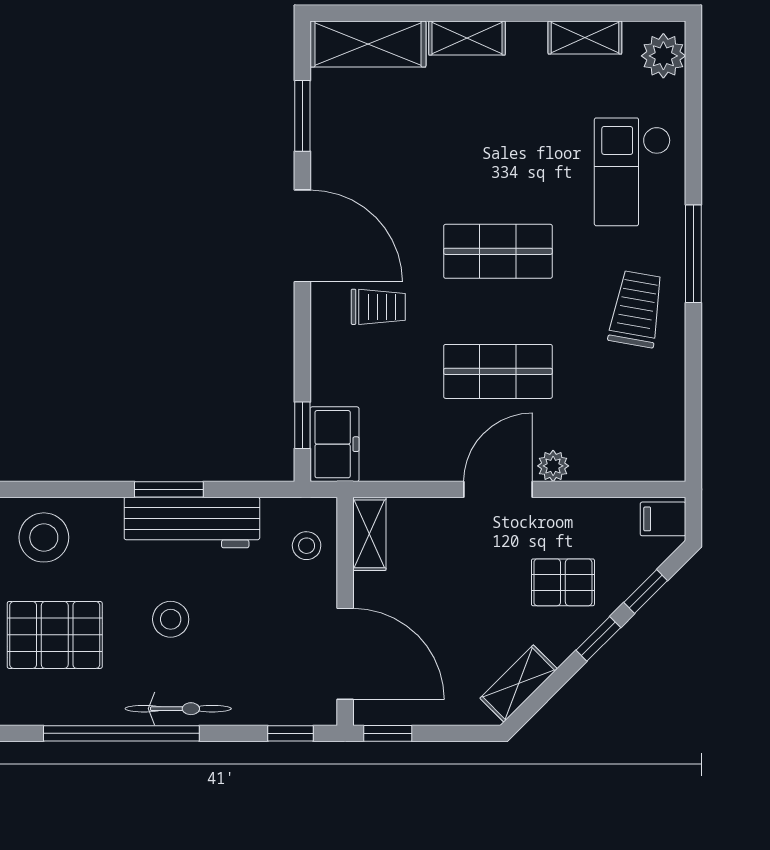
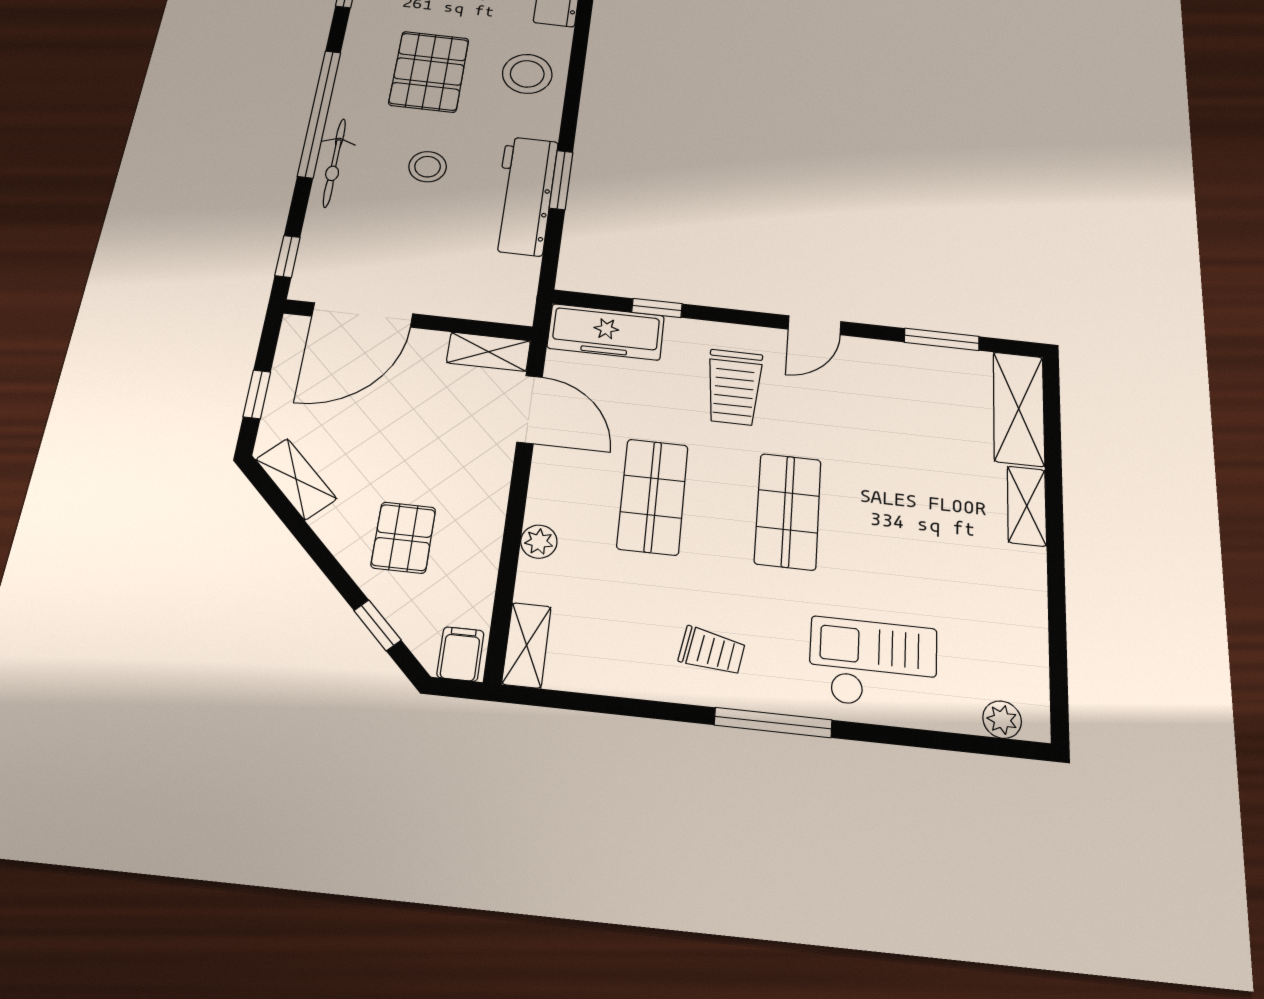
shelving: (585, 37) -> (527, 645), moved
plant: (663, 56) -> (1002, 720), width x0.73, depth x0.73
door: (302, 236) -> (814, 325), width x0.53
trolley: (378, 307) -> (734, 387), width x1.36, depth x1.39
trolley: (636, 309) -> (712, 651), width x0.73, depth x0.72
window: (302, 425) -> (657, 308), moved
freezer: (335, 444) -> (606, 332), width x1.40
door: (498, 489) -> (530, 409), moved
stool: (307, 546) -> (485, 293), removed
window: (598, 639) -> (331, 568), removed
window: (388, 733) -> (257, 394), moved

